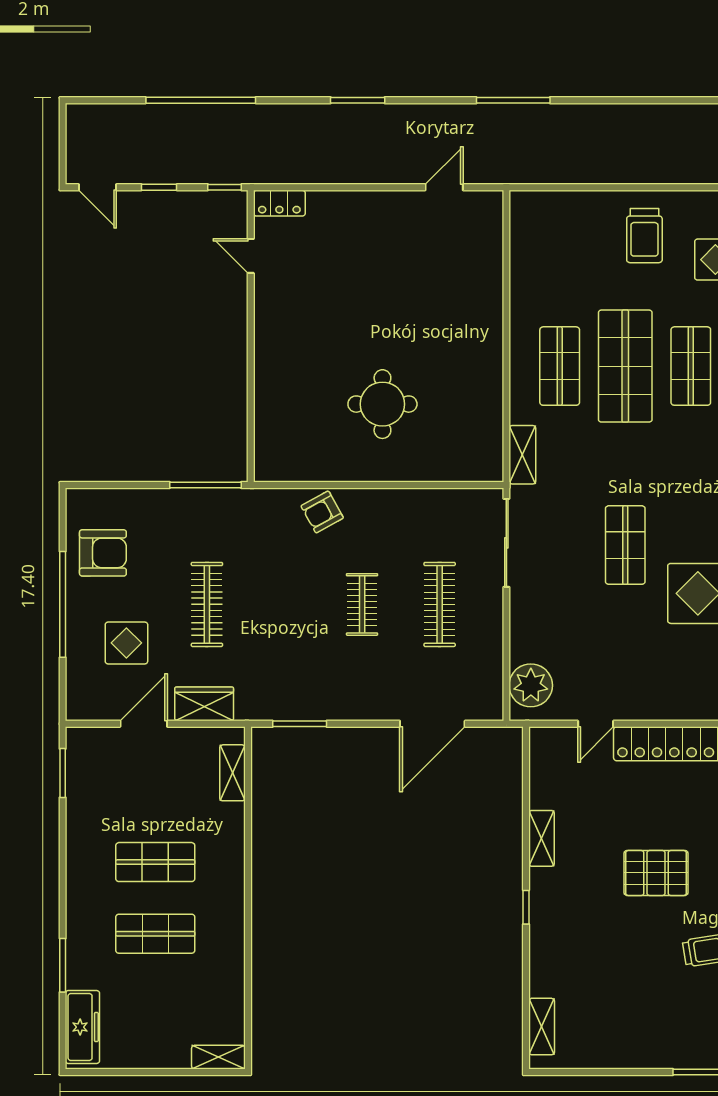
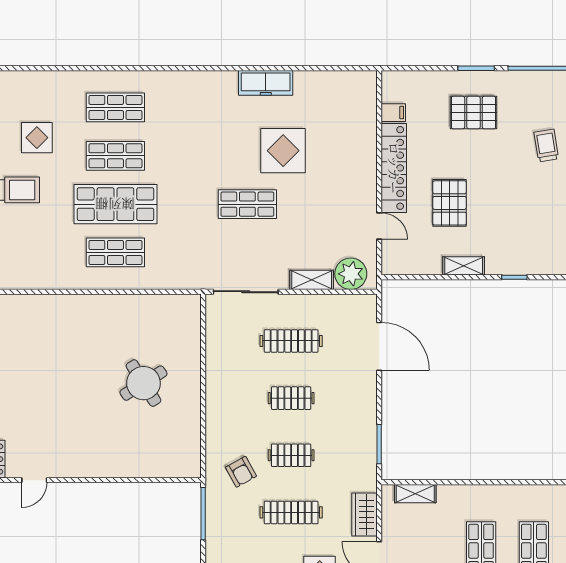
round table: (382, 404) -> (143, 383), turned -32
shelving: (522, 455) -> (312, 280), moved
armchair: (322, 512) -> (241, 472), moved
clothes rail: (284, 604) -> (291, 455), added
pallet: (656, 873) -> (450, 203), moved

